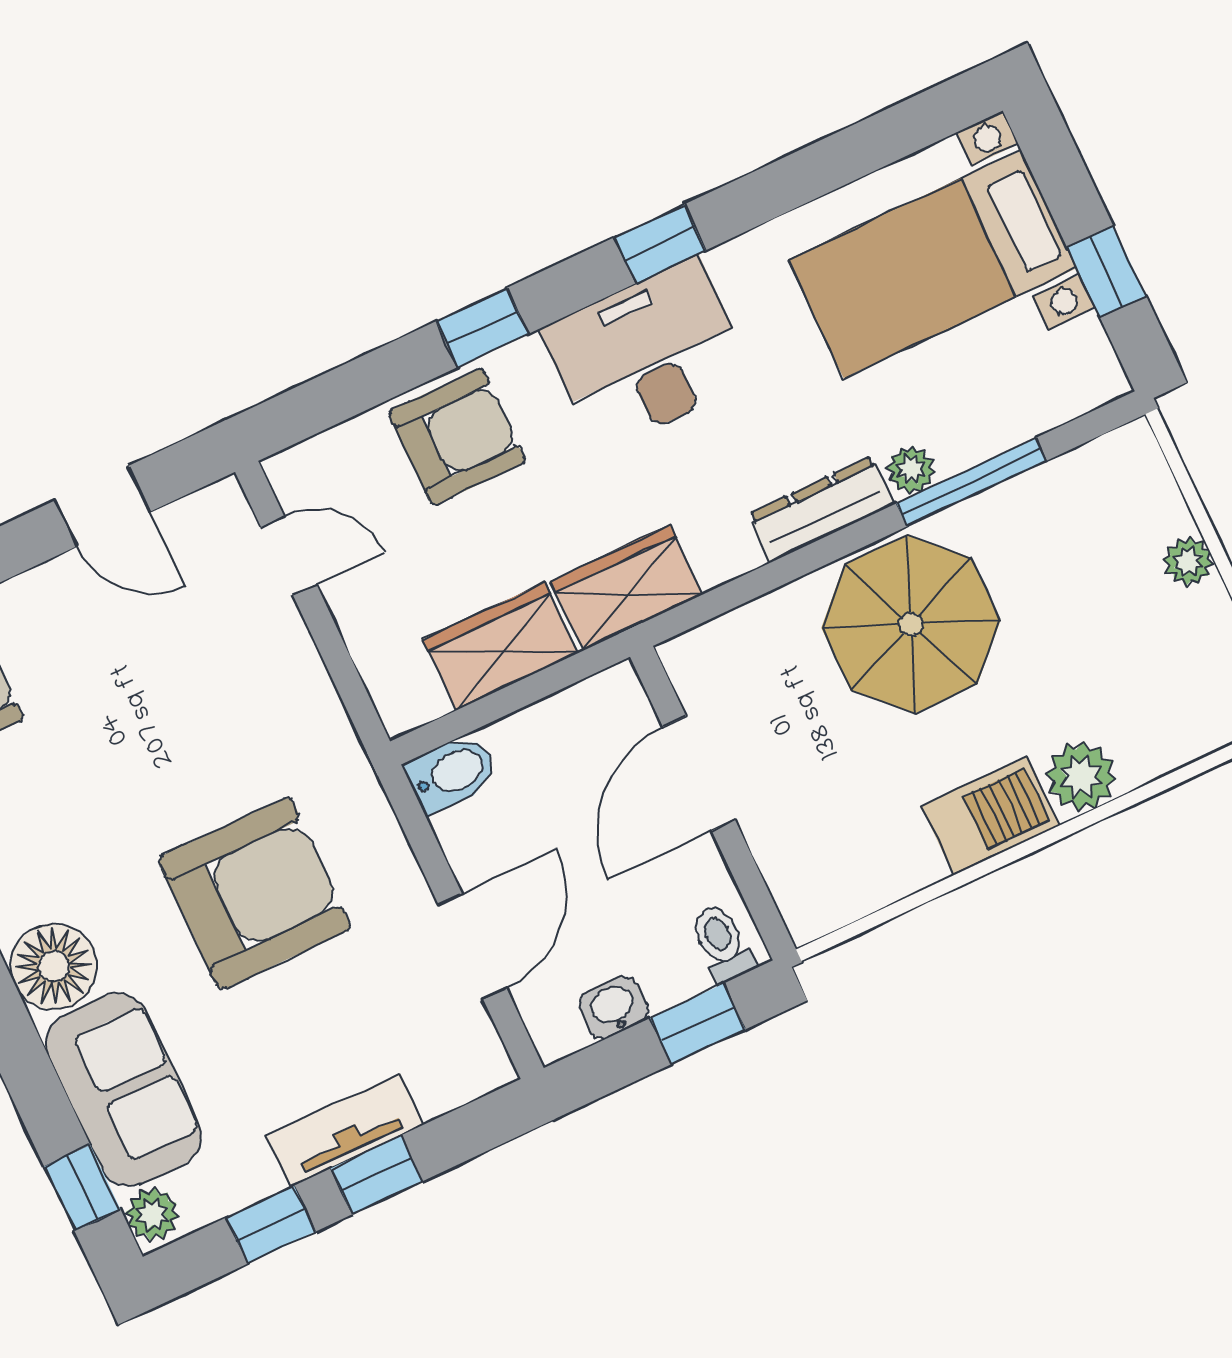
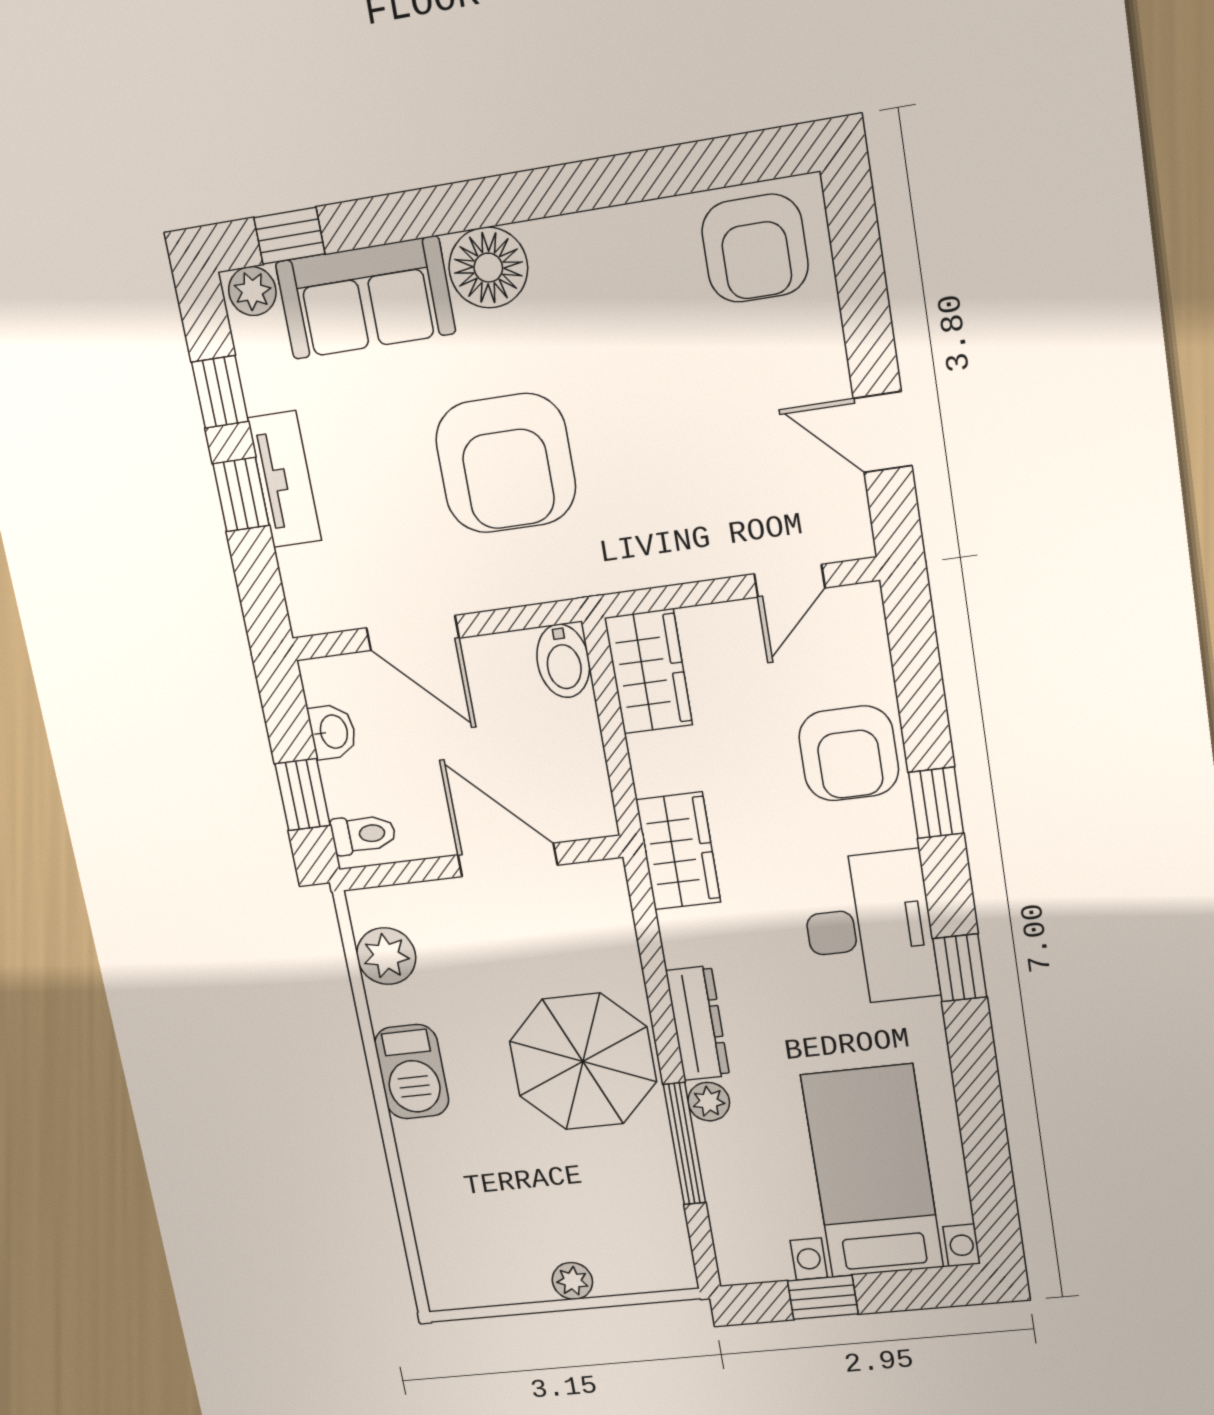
door: (103, 506) -> (883, 432), hinge flipped
wardrobe: (501, 646) -> (648, 671), moved
plant: (1081, 776) -> (386, 956), moved

